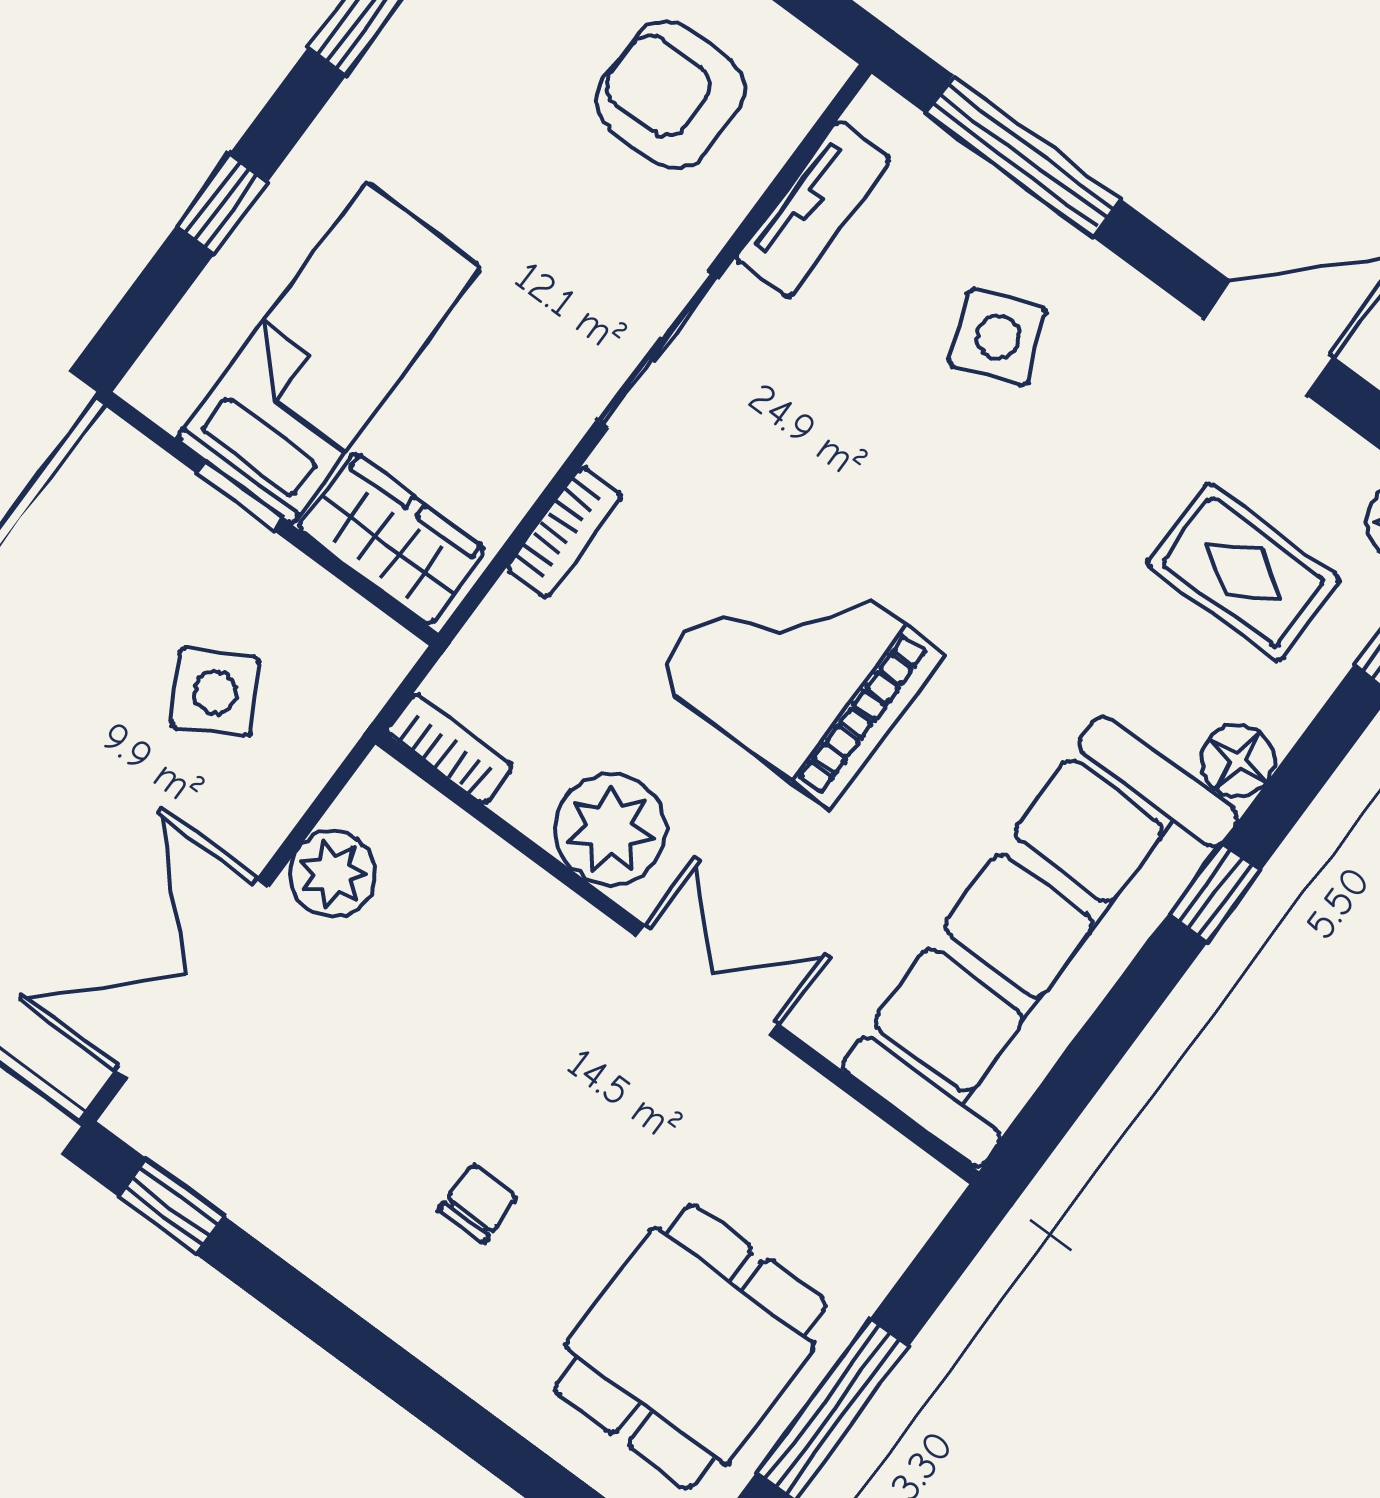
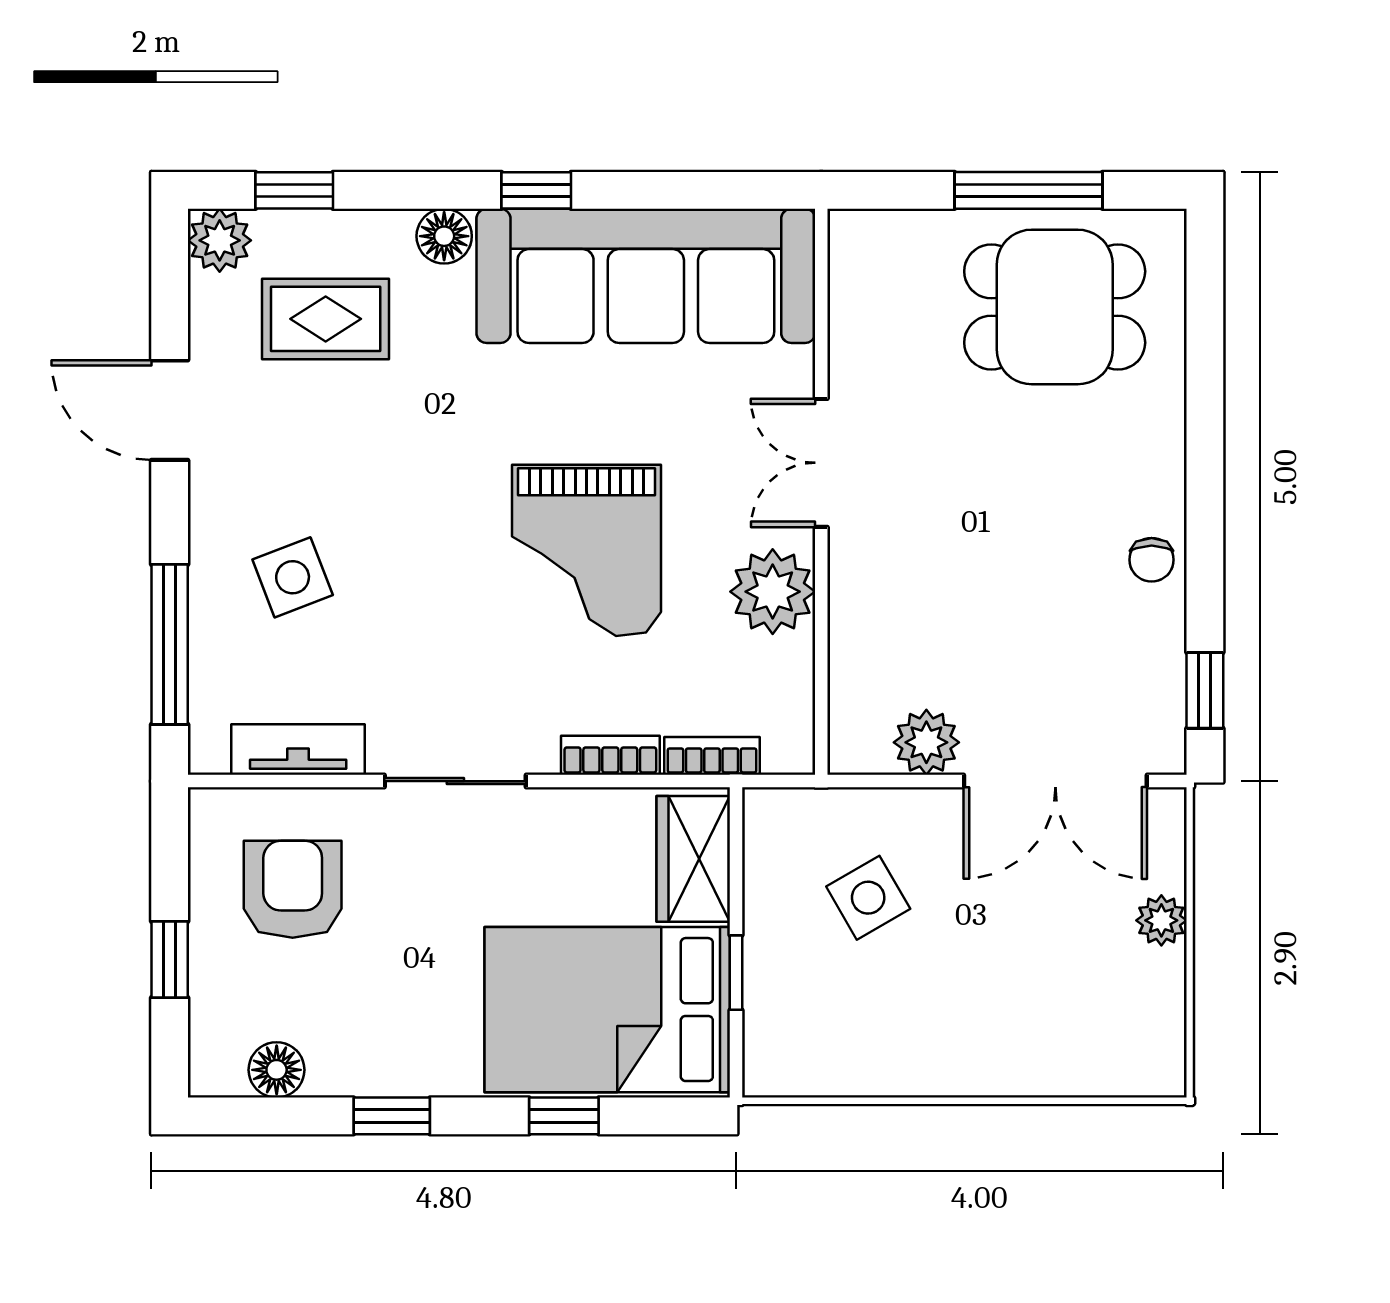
armchair: (671, 95) -> (293, 889), turned 180
bed: (329, 353) -> (607, 1010), width x1.50
rug: (1243, 572) -> (326, 319), turned 90
bookcase: (450, 749) -> (712, 756), moved, turned 90
chair: (478, 1204) -> (1152, 560), moved, turned -90

